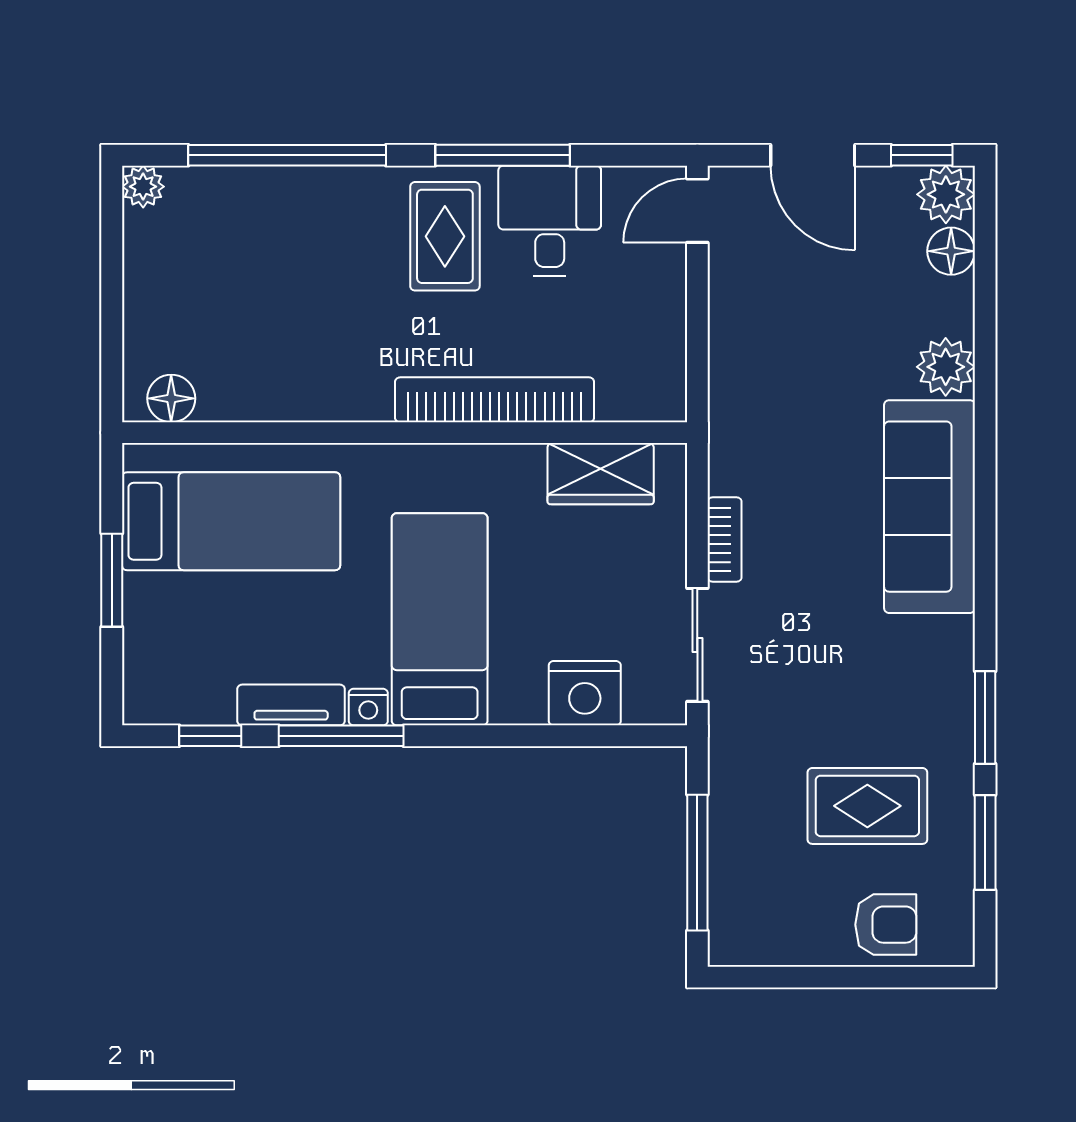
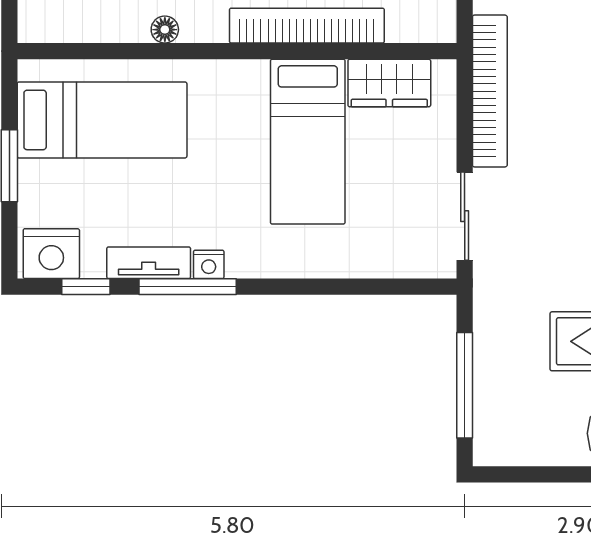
floor lamp: (171, 398) -> (165, 30), moved, width x0.73, depth x0.73
bookcase: (725, 539) -> (490, 91), width x2.31, depth x1.31
bed: (440, 619) -> (308, 142), moved, turned 180
nightstand: (585, 693) -> (51, 254), moved

